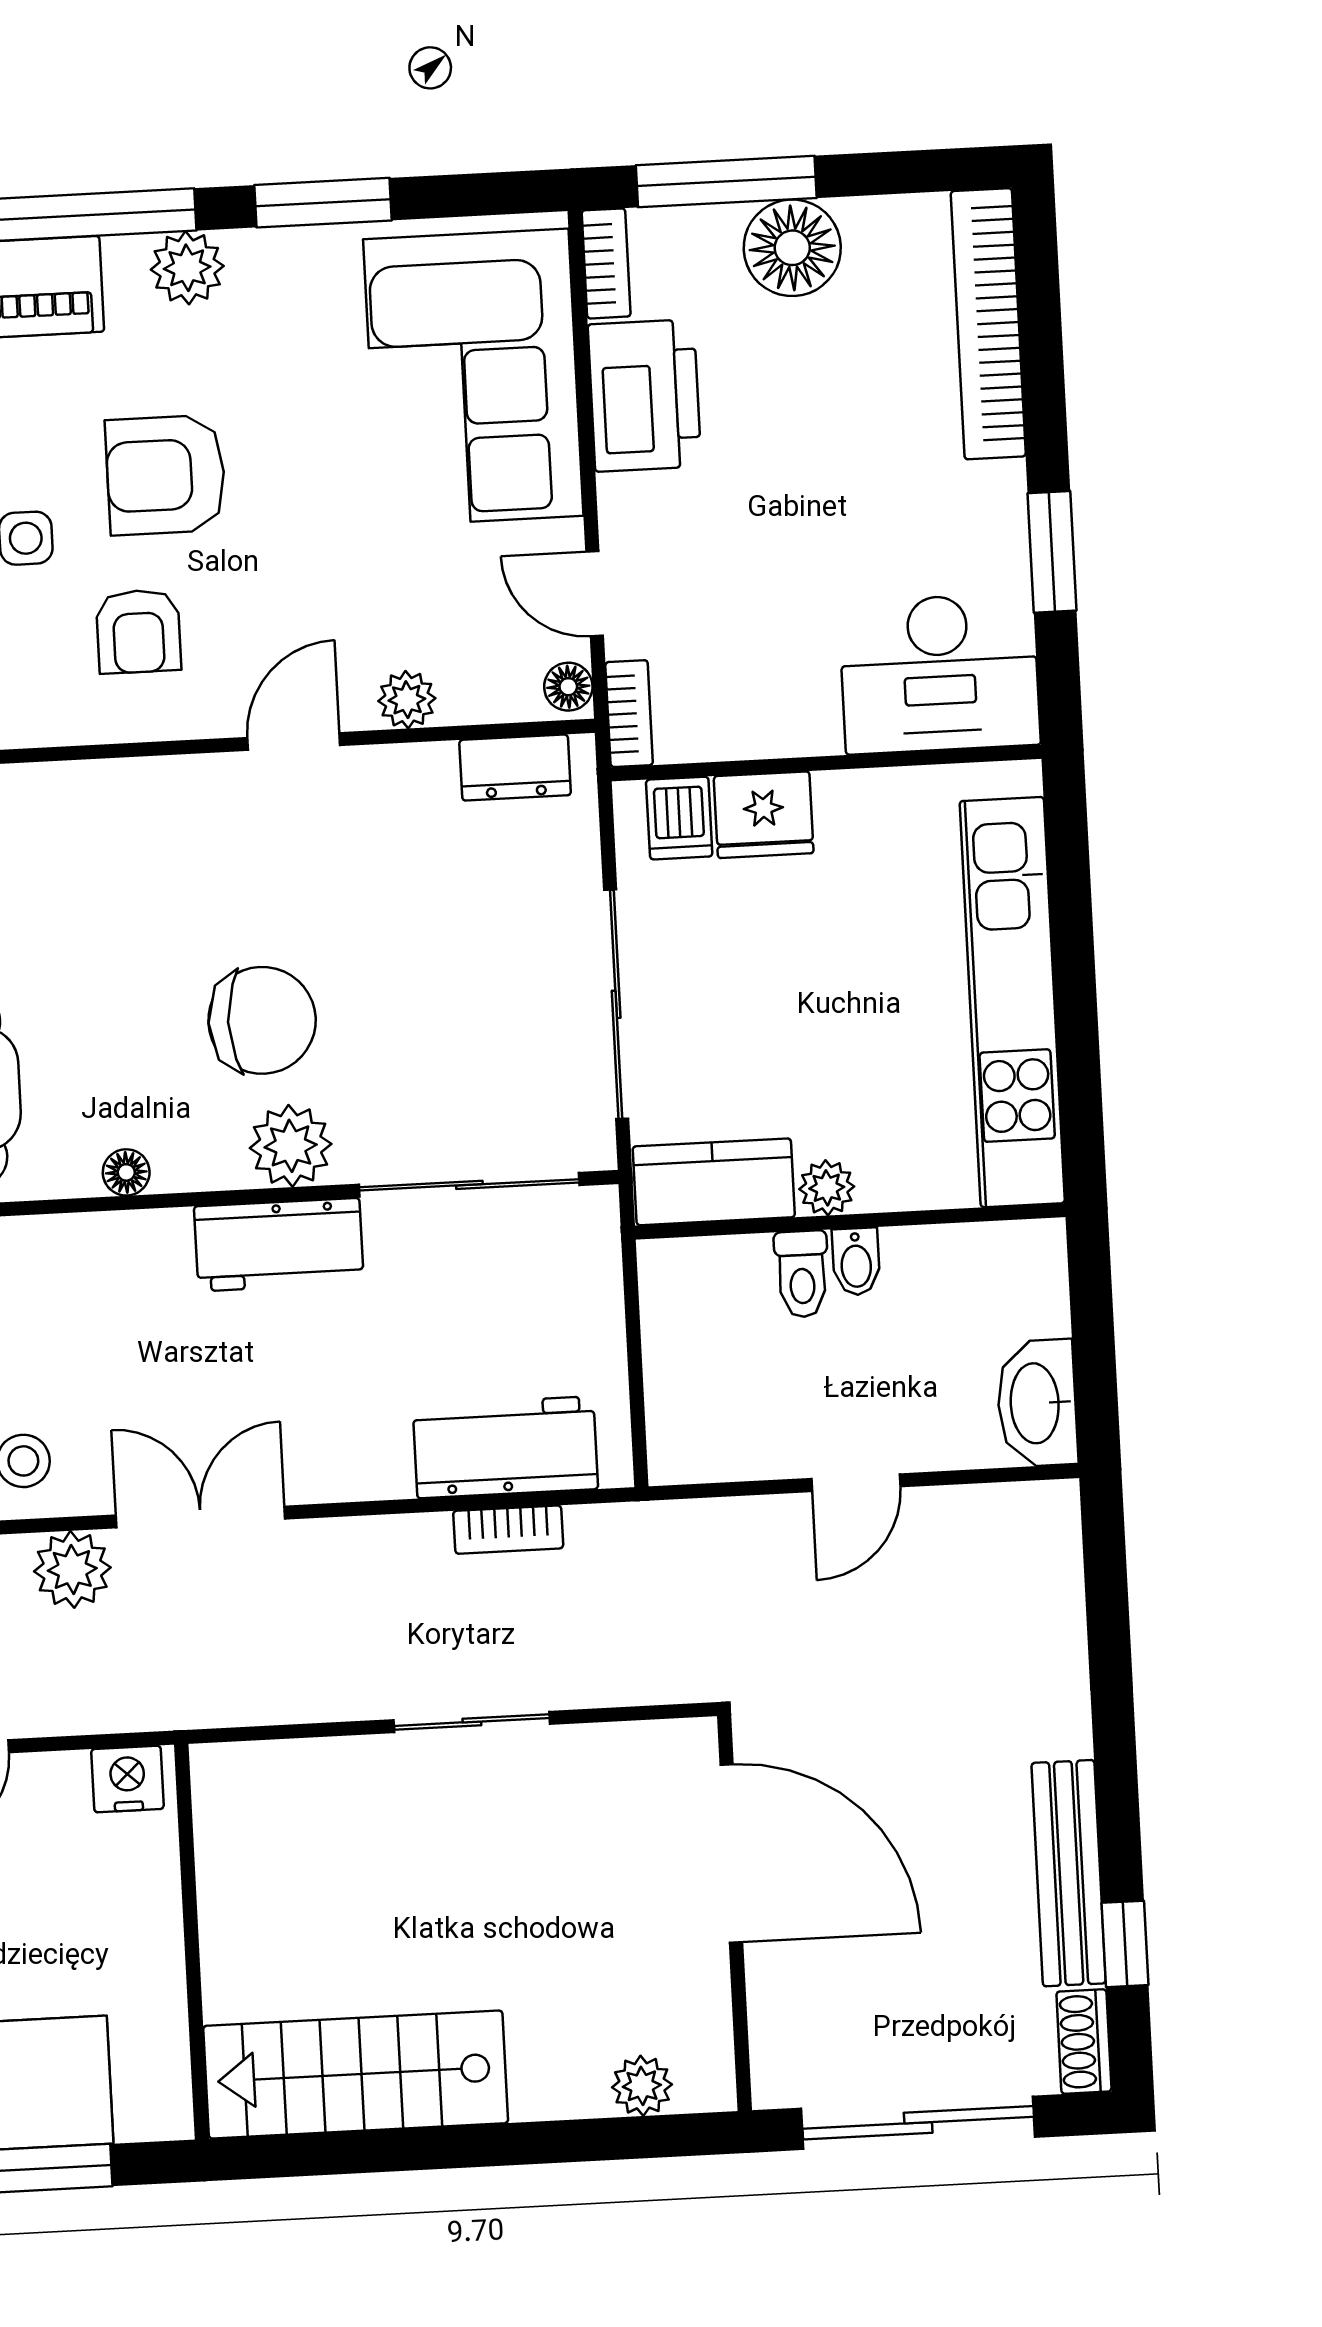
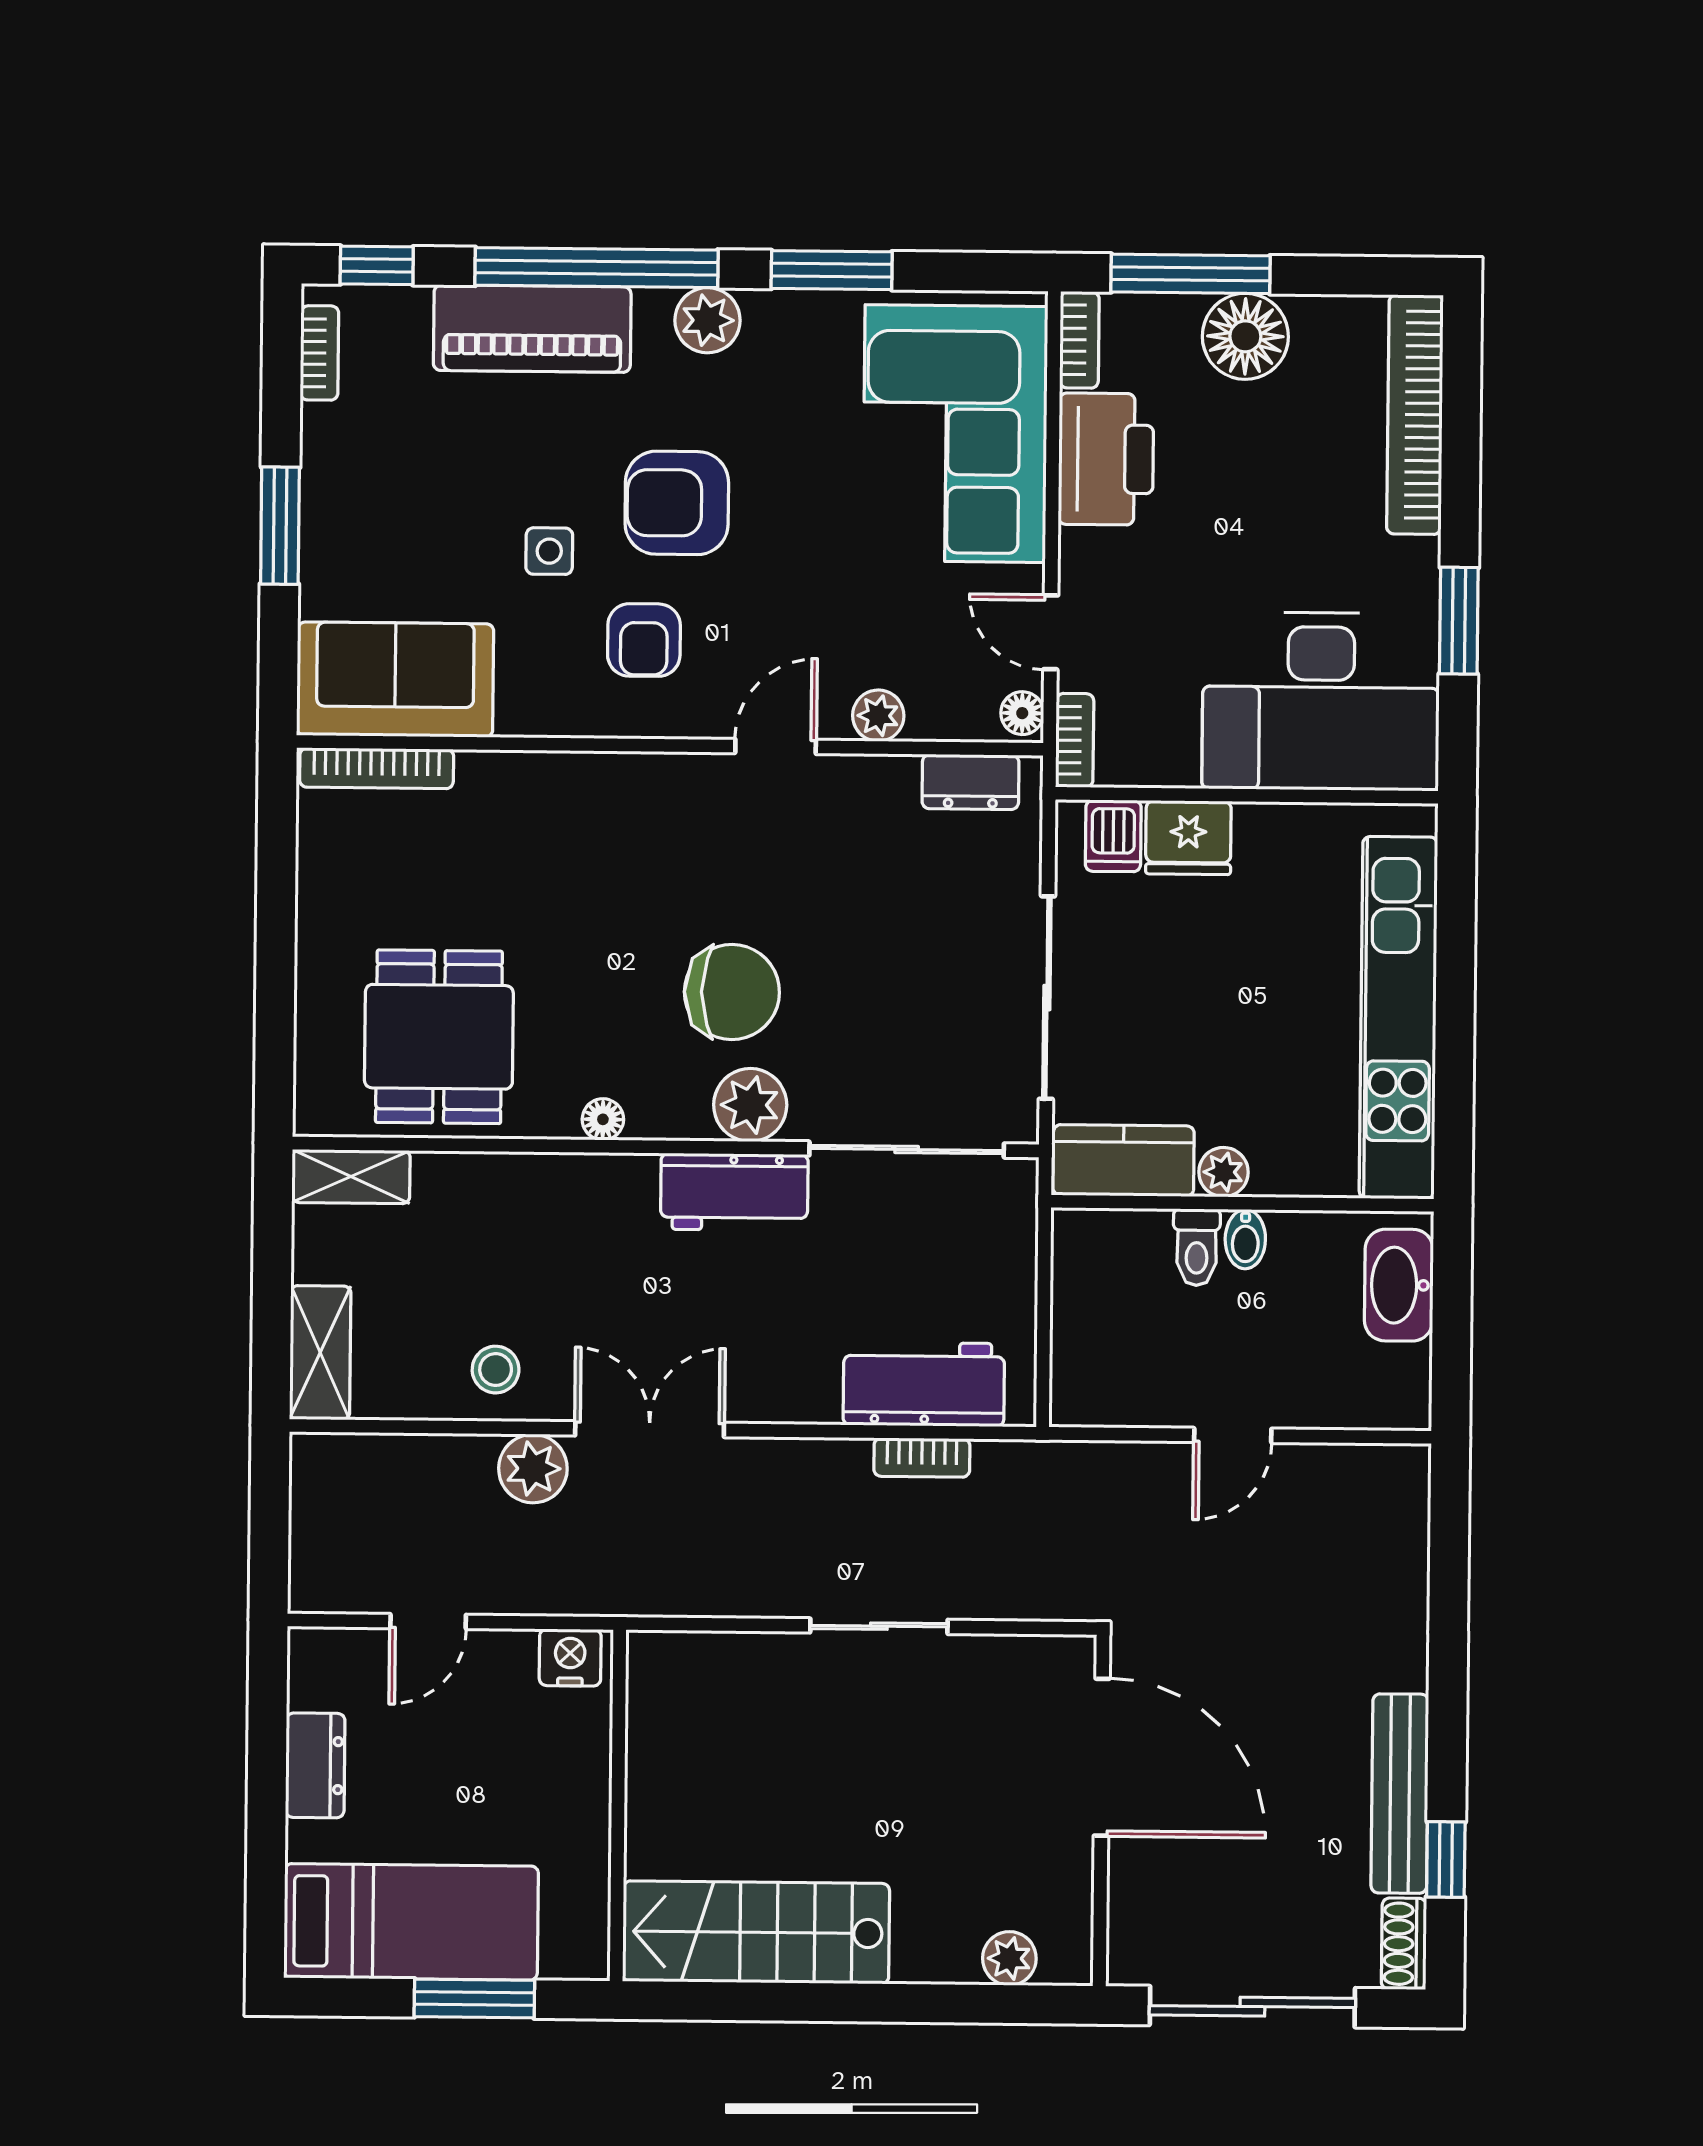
desk: (940, 673) -> (1321, 701), width x1.36, depth x1.30
washbasin: (1037, 1403) -> (1399, 1285), moved

